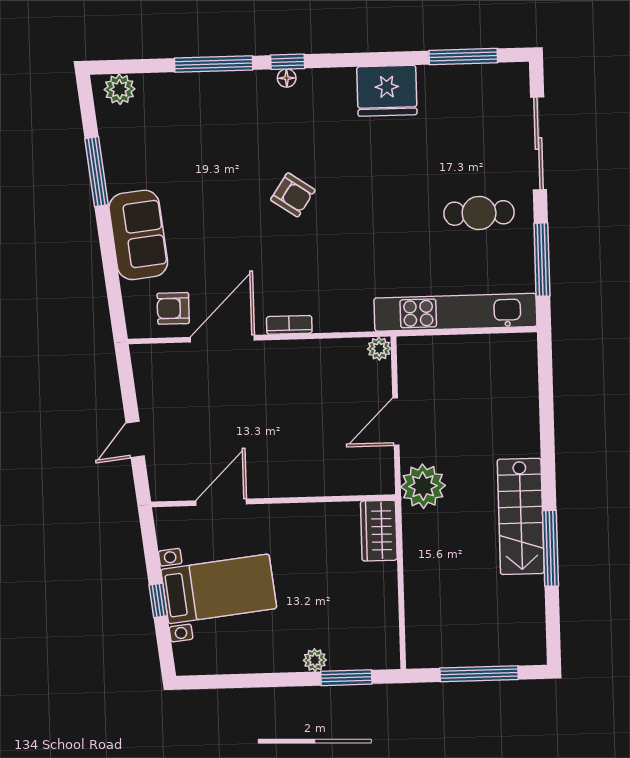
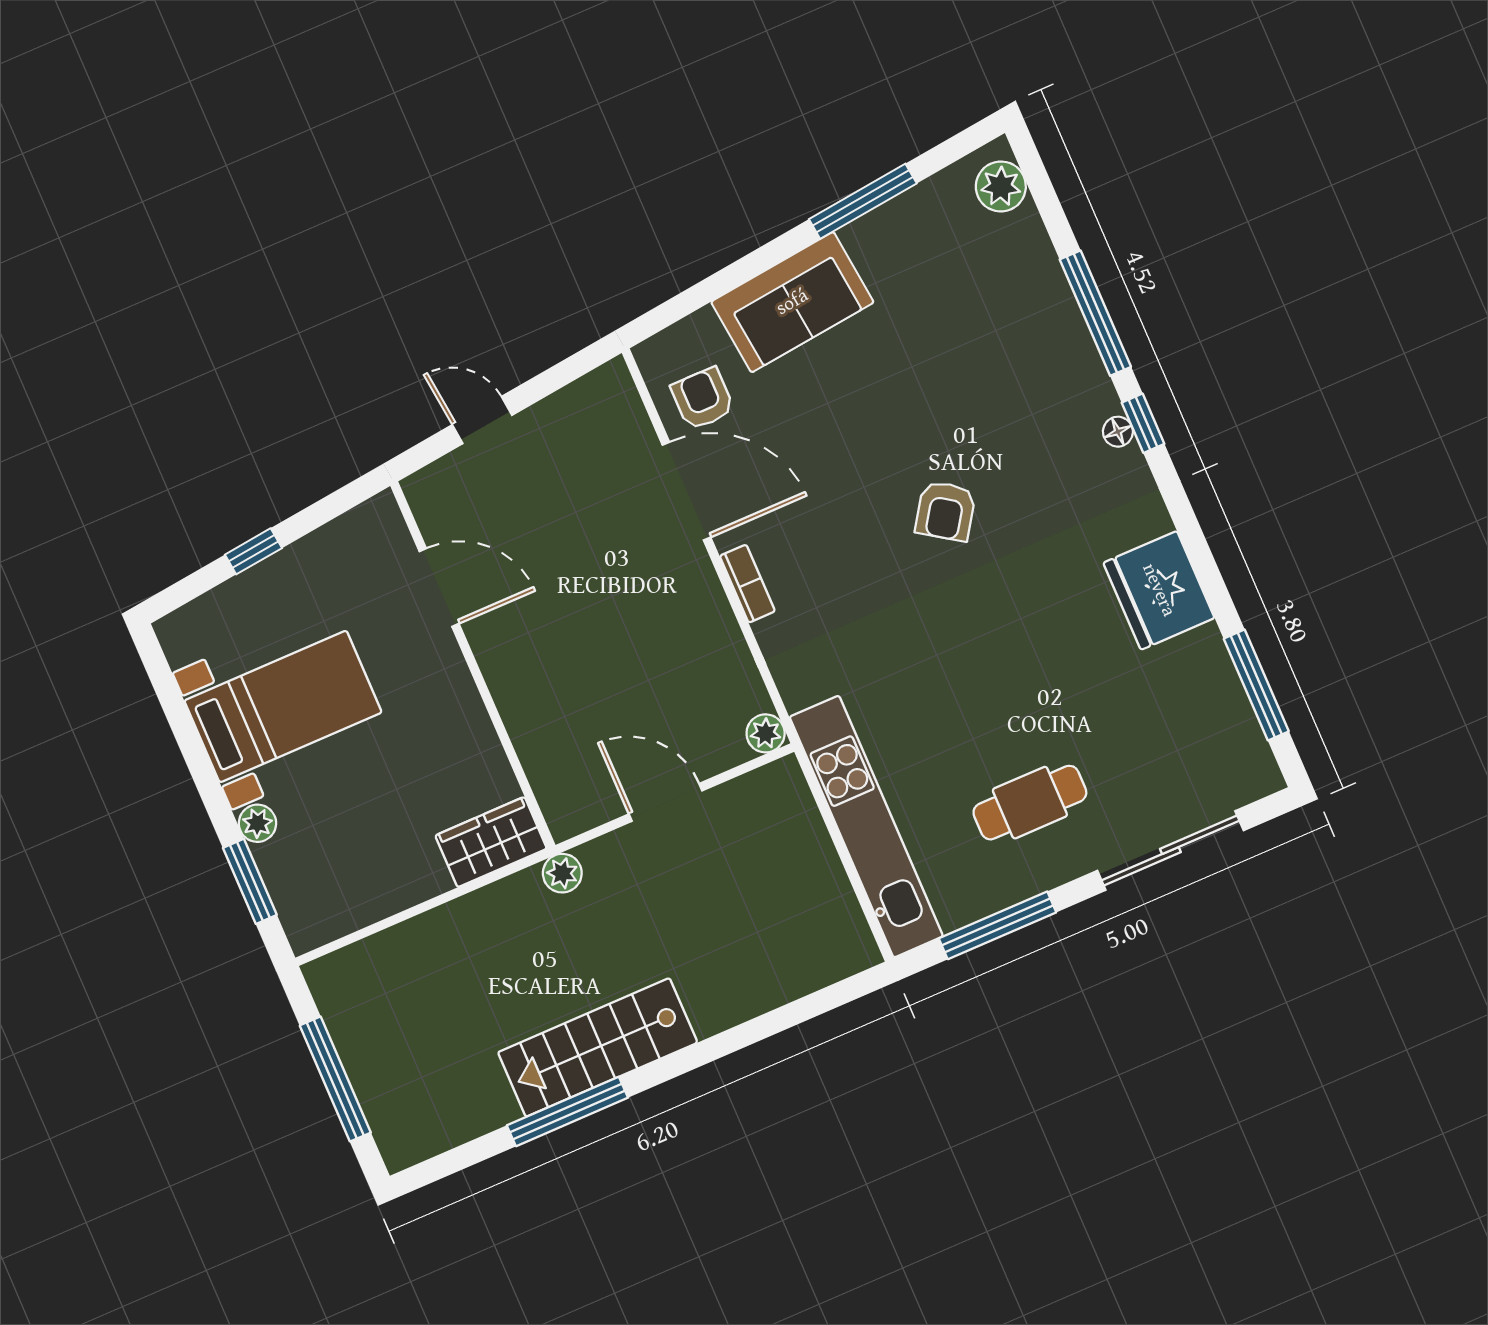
cafe table: (479, 213) -> (1030, 803), turned 90
plant: (423, 486) -> (562, 873), width x0.53, depth x0.53
bed with nightstands: (219, 589) -> (283, 706), moved, turned -84

